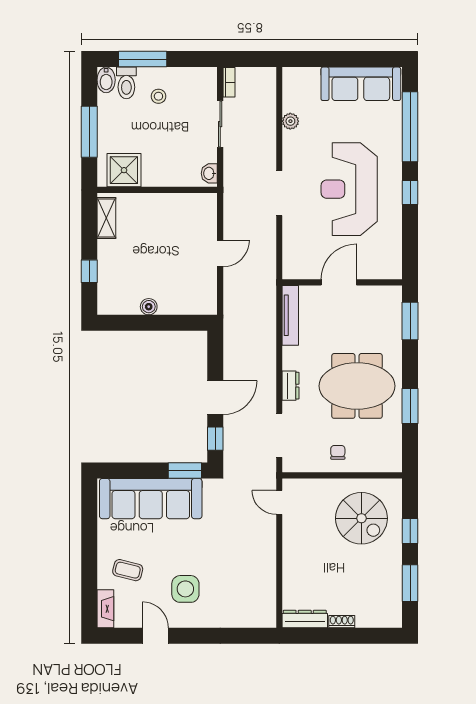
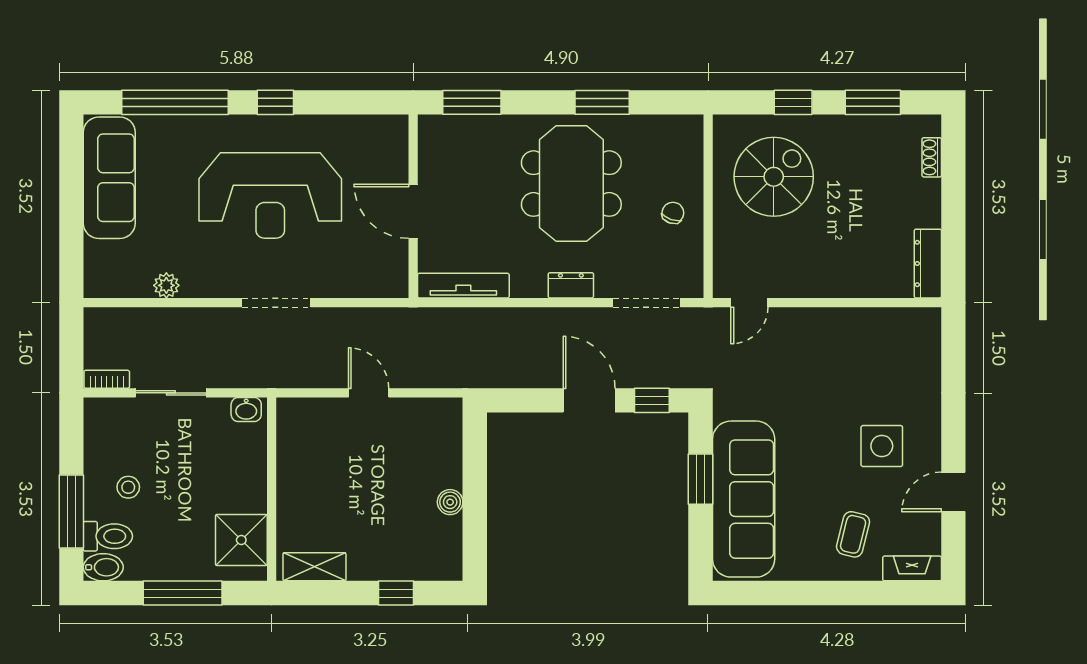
chair: (338, 452) -> (673, 213), turned 109
window: (185, 470) -> (700, 479), moved
shoe rack: (342, 622) -> (932, 157), moved

